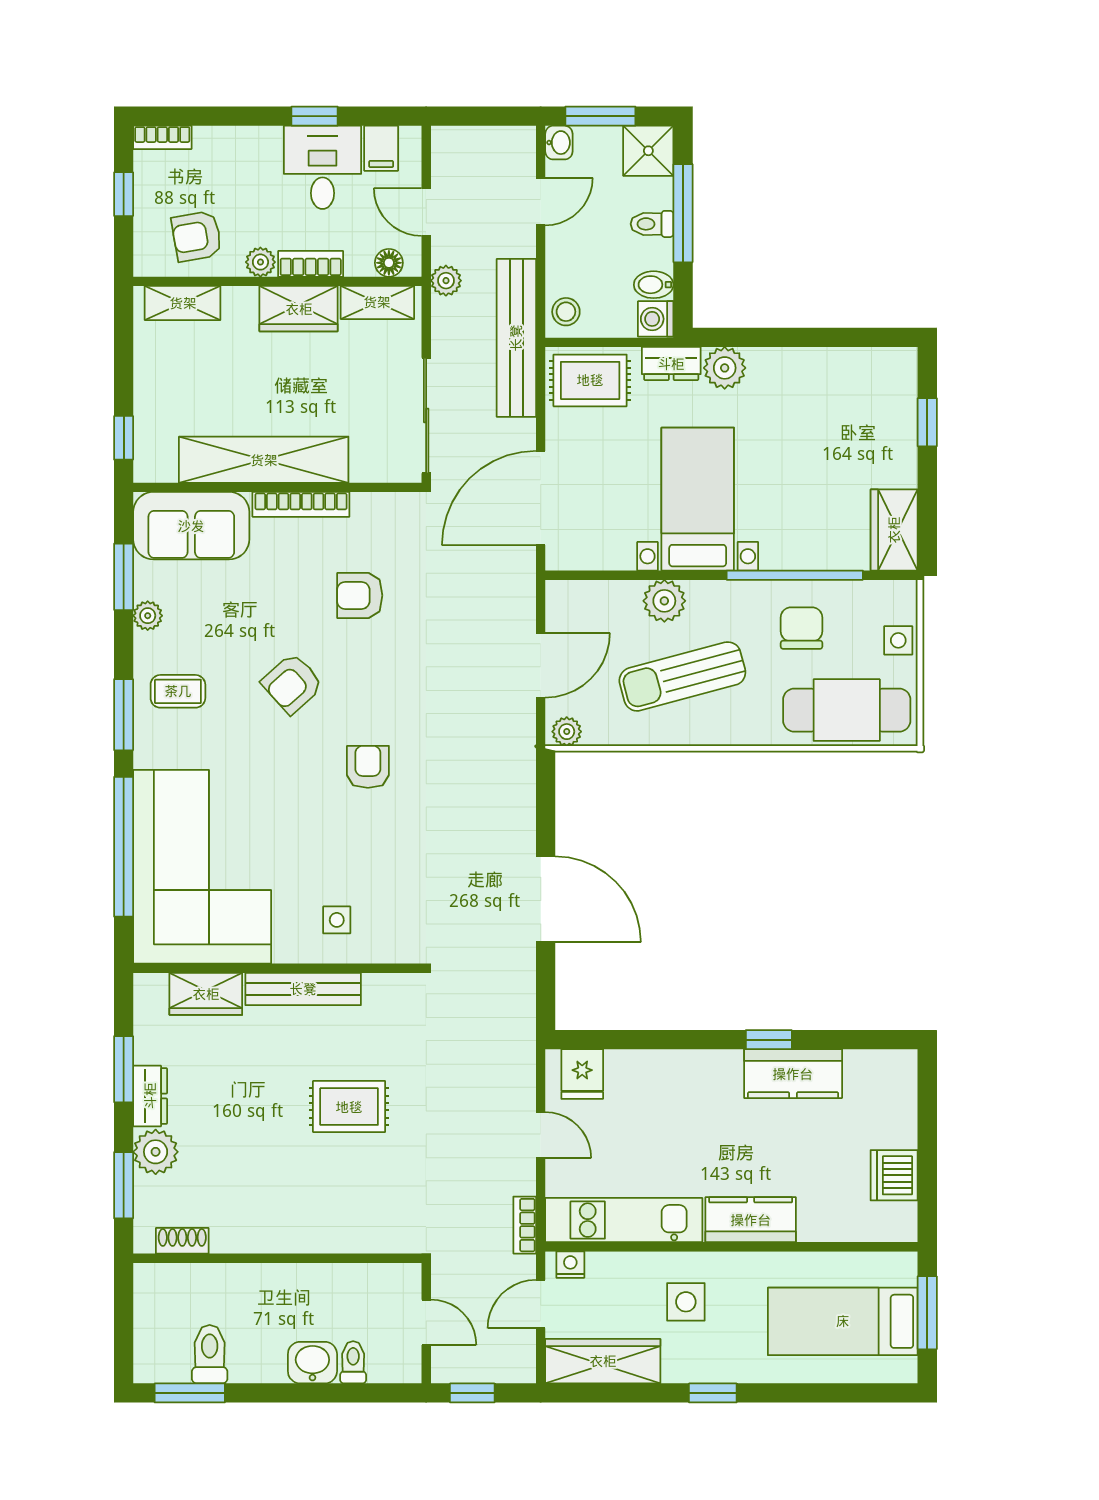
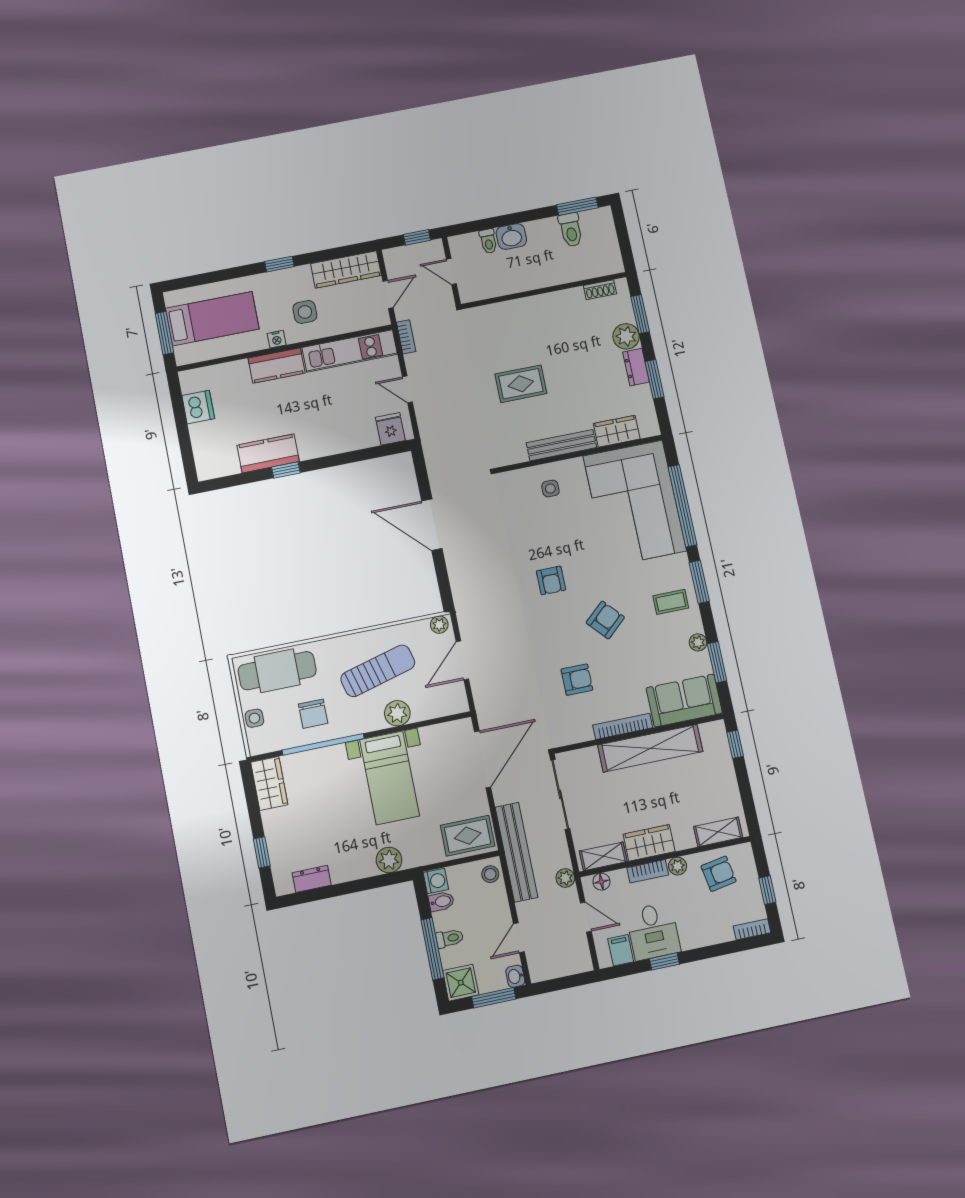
dresser: (671, 364) -> (312, 879), moved
nightstand: (570, 1265) -> (277, 339), moved

